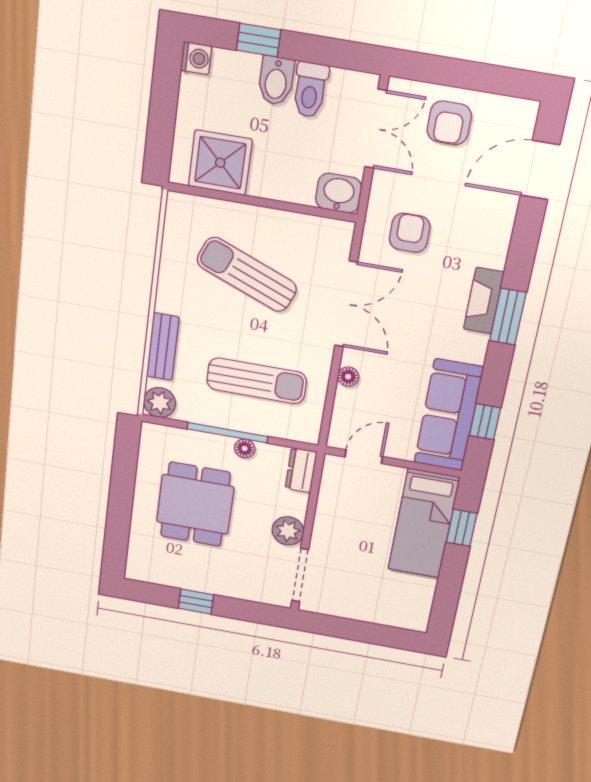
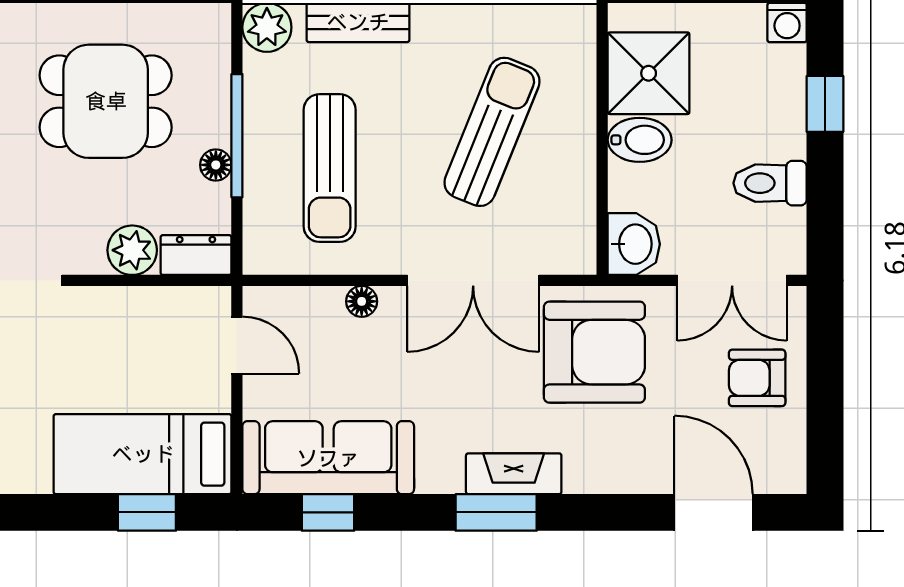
bidet: (276, 81) -> (640, 140), moved, turned 180
armchair: (410, 233) -> (594, 352), width x1.88, depth x1.88
plant: (288, 531) -> (132, 250), moved

